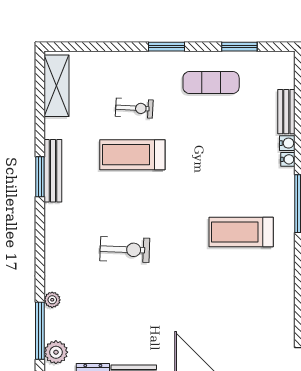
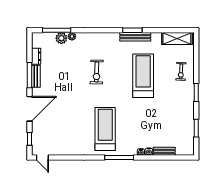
exercise mat: (211, 83) -> (179, 114), removed
exercise bike: (134, 108) -> (181, 71), moved
treadmill: (132, 155) -> (143, 76), width x1.37, depth x1.38
treadmill: (241, 232) -> (105, 129), width x1.37, depth x1.38
plant: (56, 352) -> (61, 38), moved

